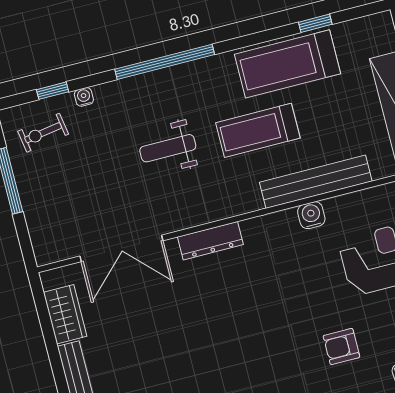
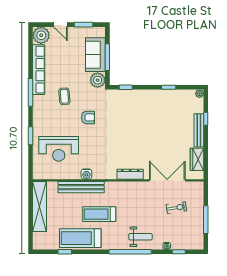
treadmill: (288, 64) -> (80, 238), turned 180
treadmill: (258, 130) -> (99, 214), turned 180
exercise bike: (43, 133) -> (176, 208), moved
weight bench: (168, 148) -> (140, 237), moved

